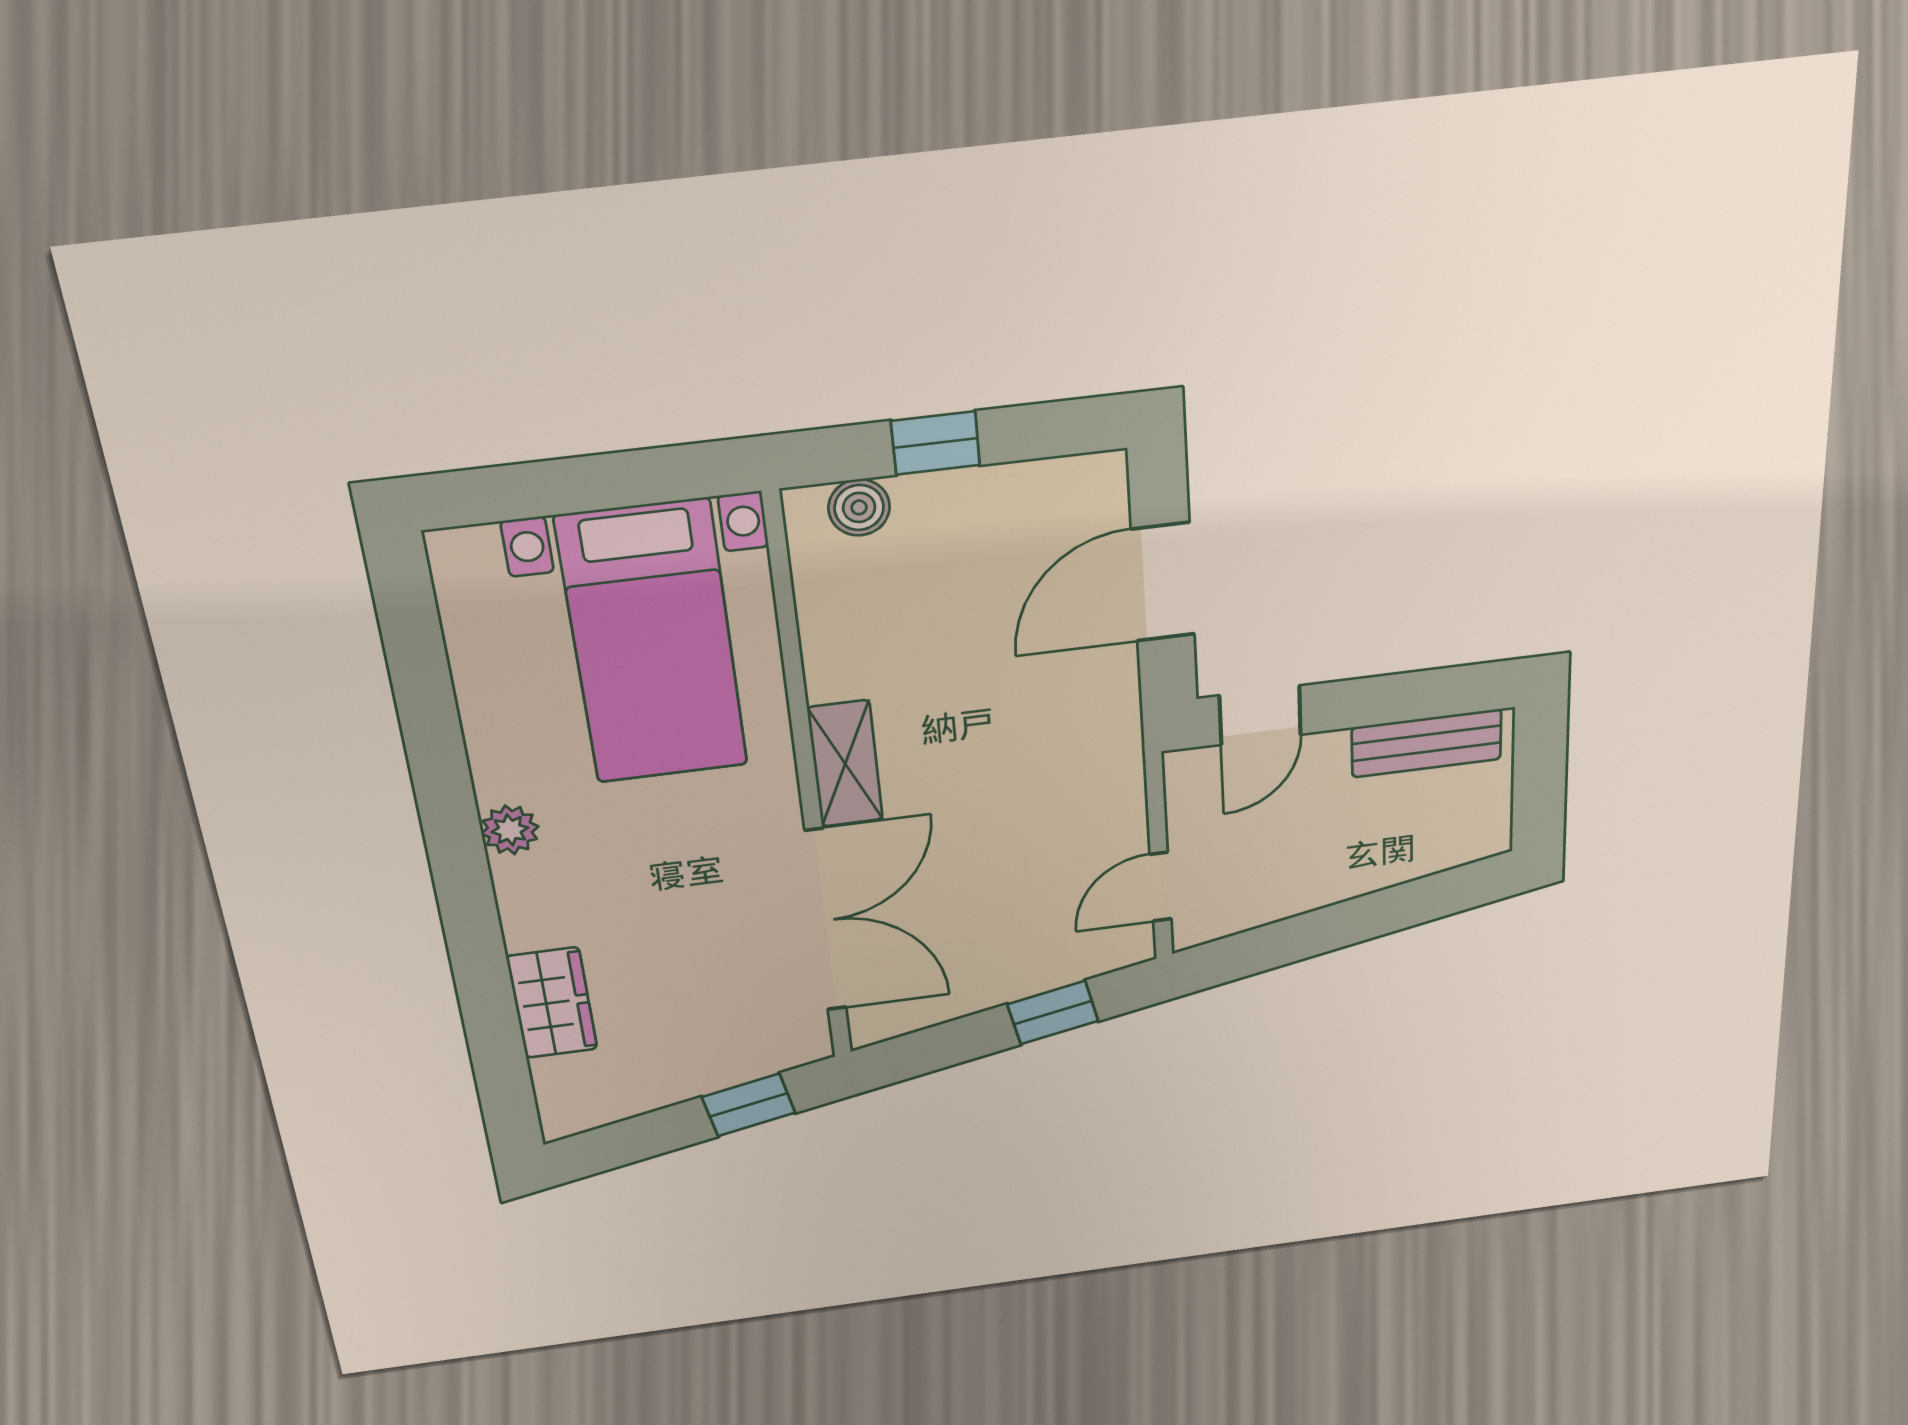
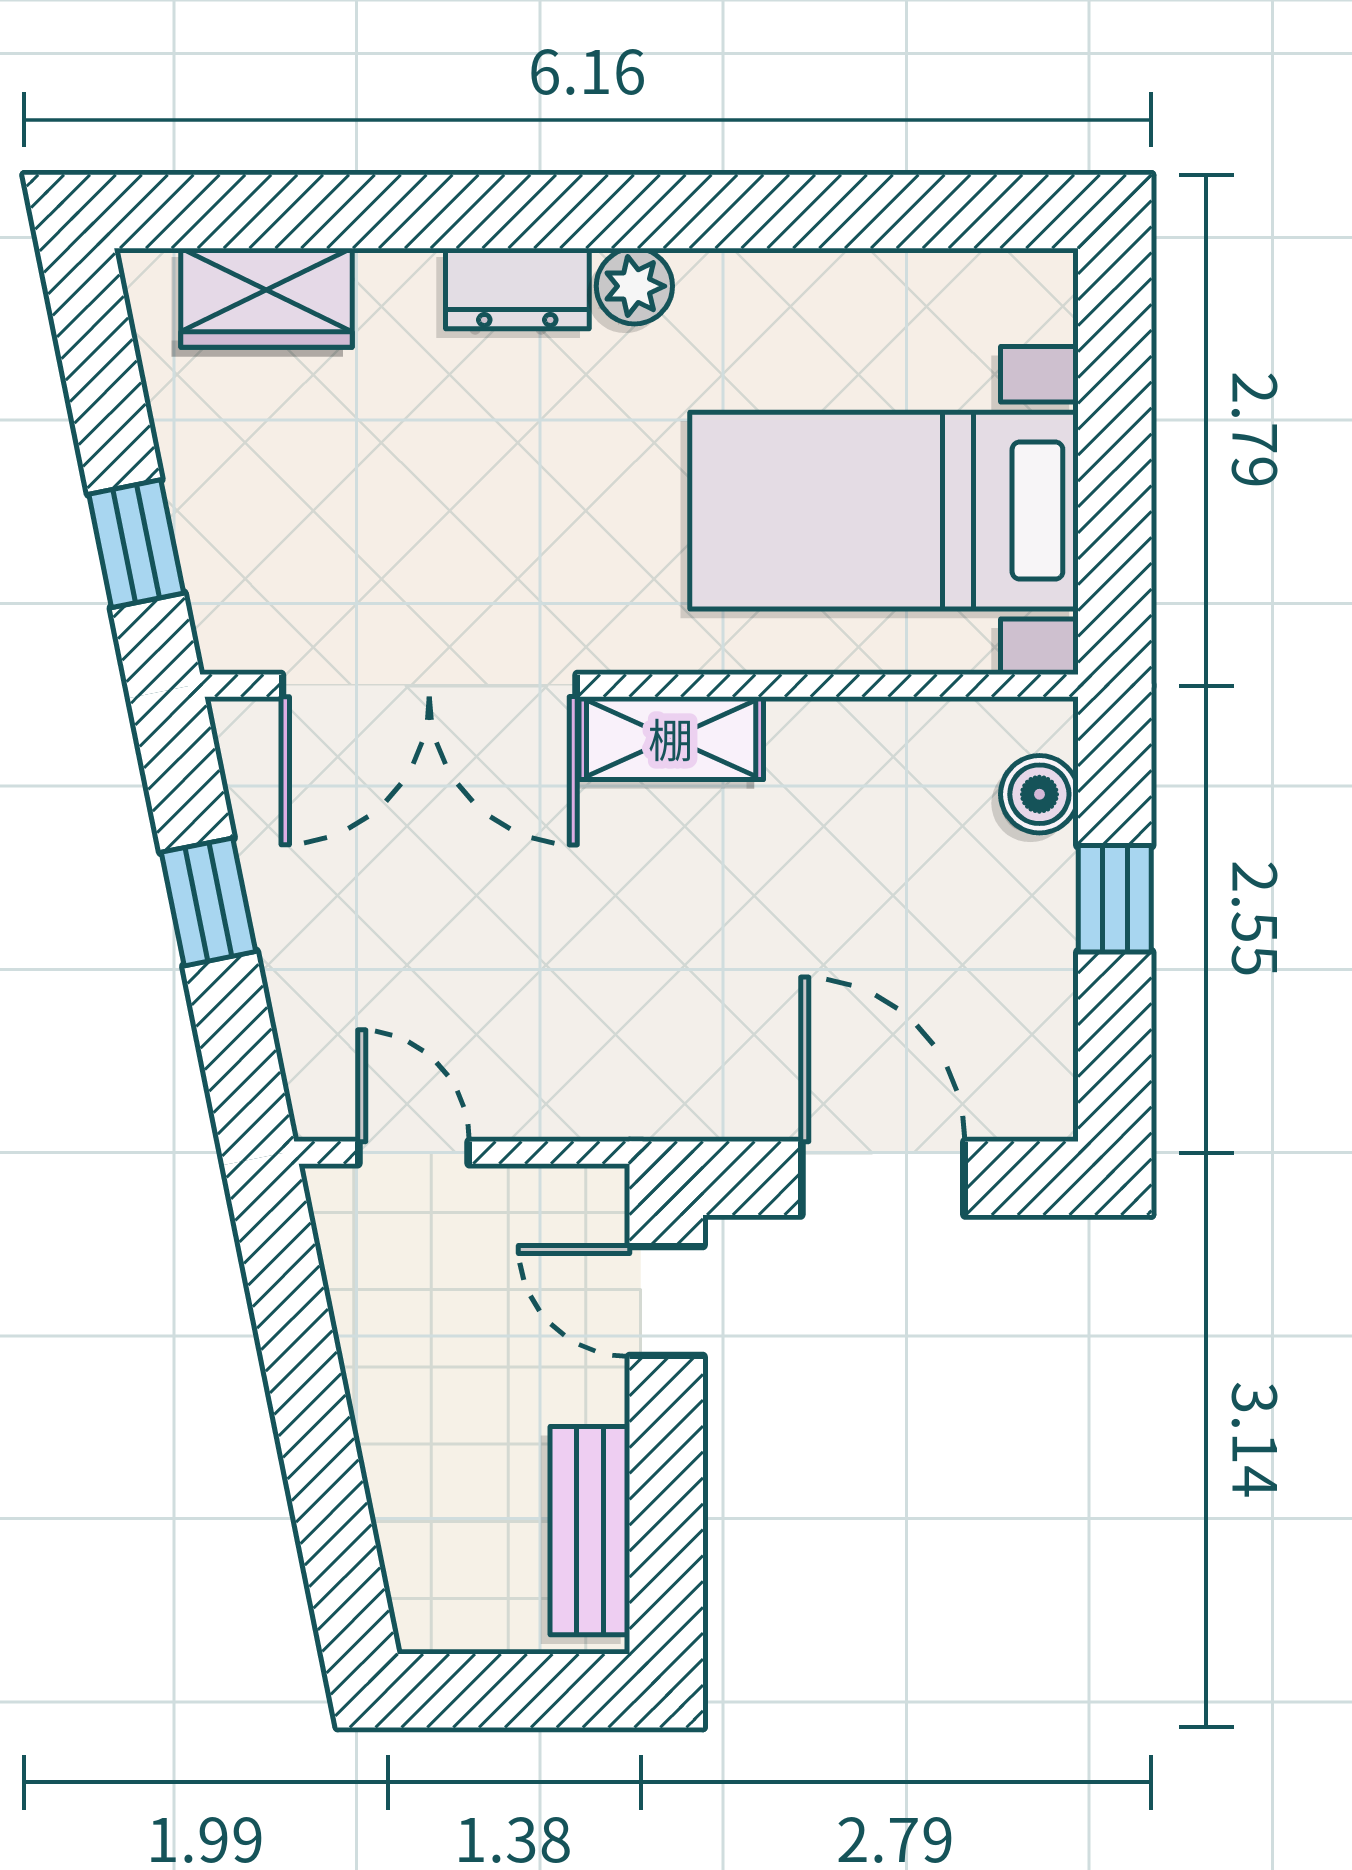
dresser: (526, 904) -> (517, 288), added
wardrobe: (552, 1003) -> (266, 298), moved
window: (1053, 1013) -> (208, 902), moved

